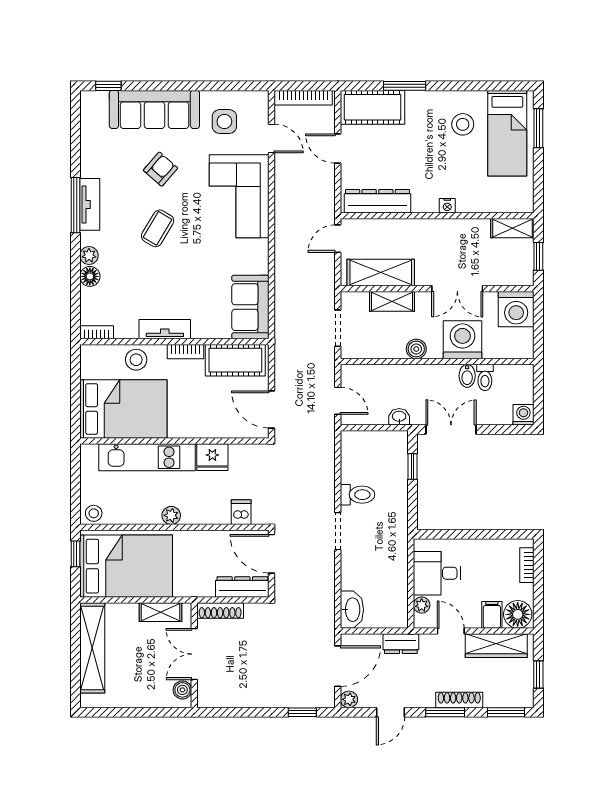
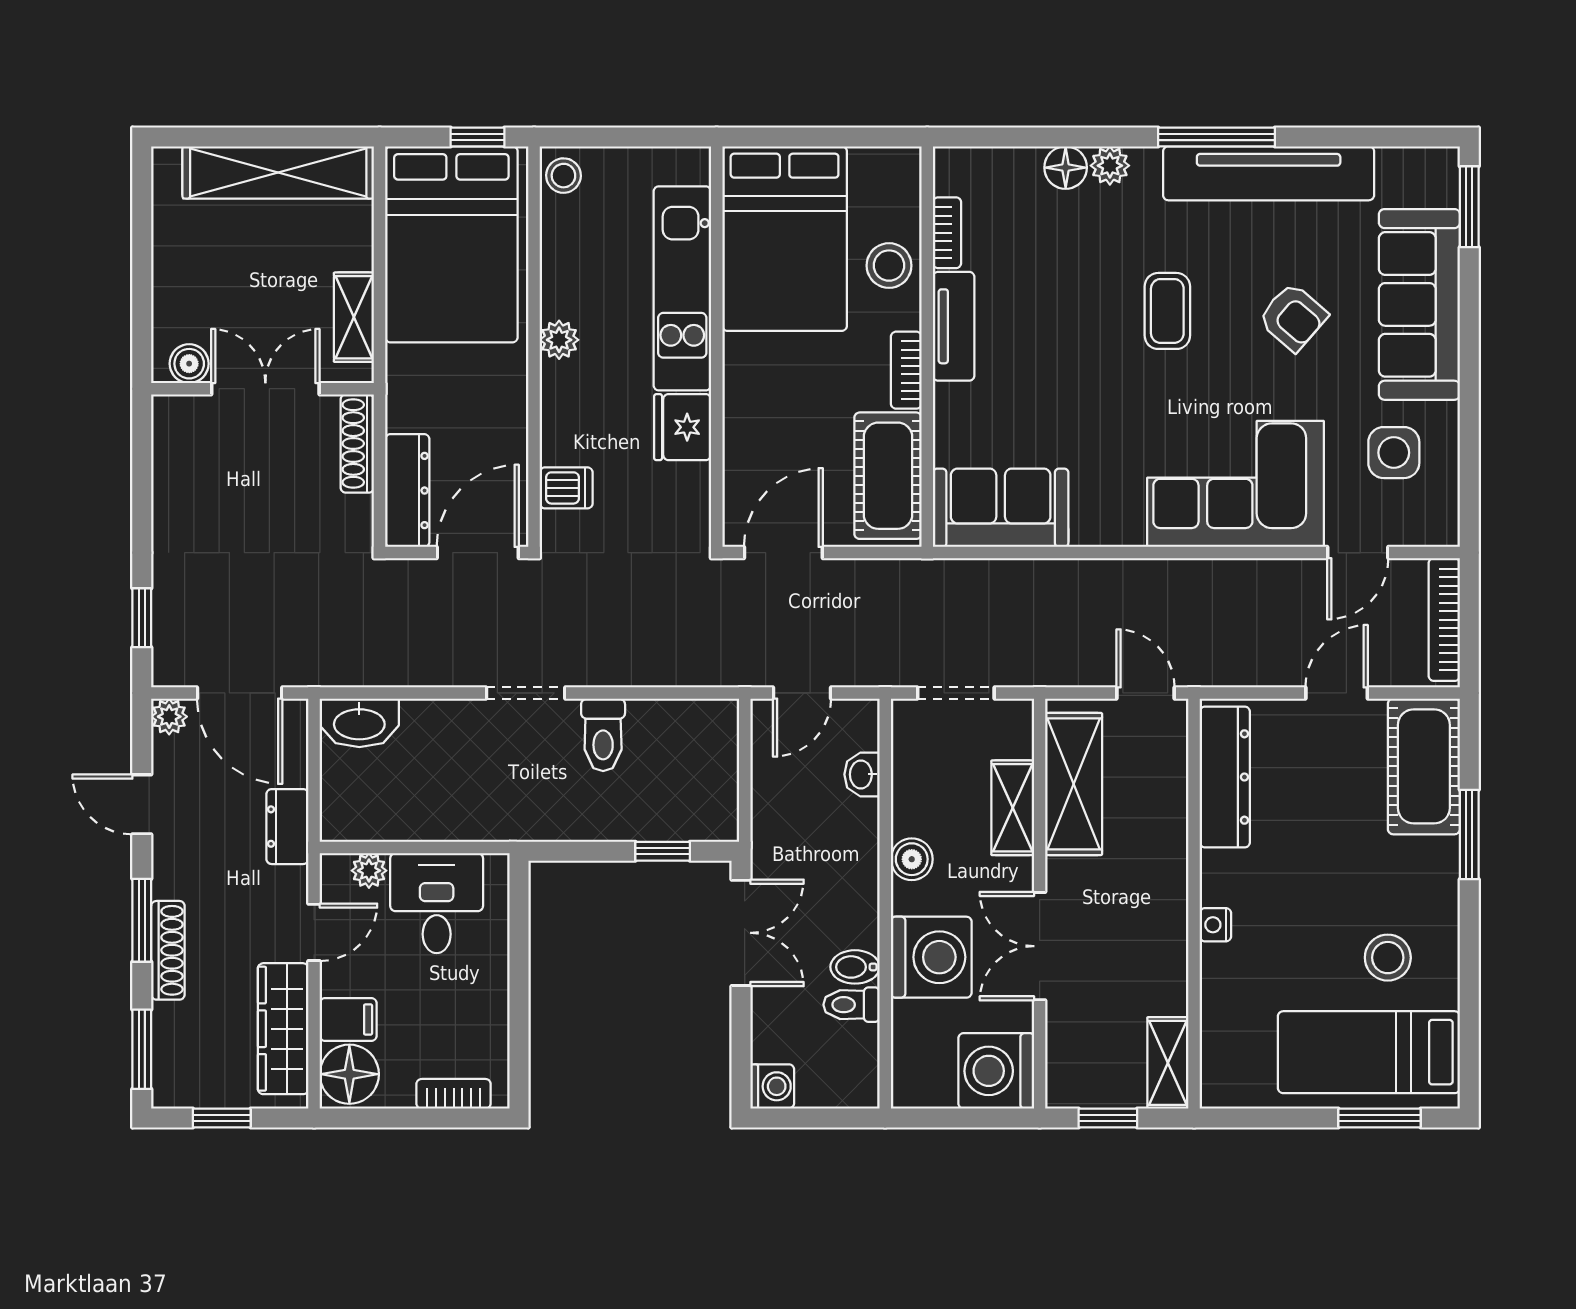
window: (108, 86) -> (1469, 207), width x1.50
tv unit: (90, 204) -> (1269, 173), width x1.92, depth x1.29
coffee table: (158, 228) -> (1167, 311), turned 59
bookcase: (97, 332) -> (947, 233), moved
washbasin: (399, 417) -> (862, 774), moved, turned 180

